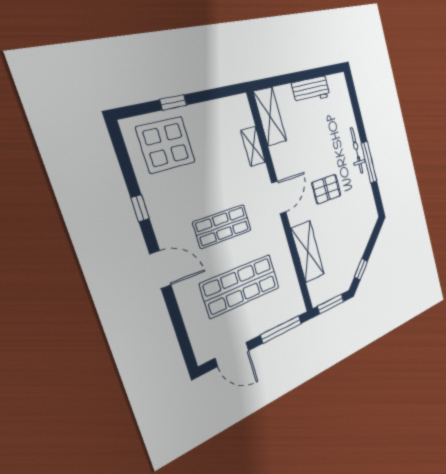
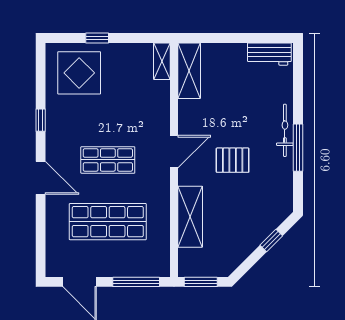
workbench: (311, 90) -> (269, 54), moved
shelving: (253, 146) -> (162, 61), moved
window: (361, 269) -> (271, 240), moved

